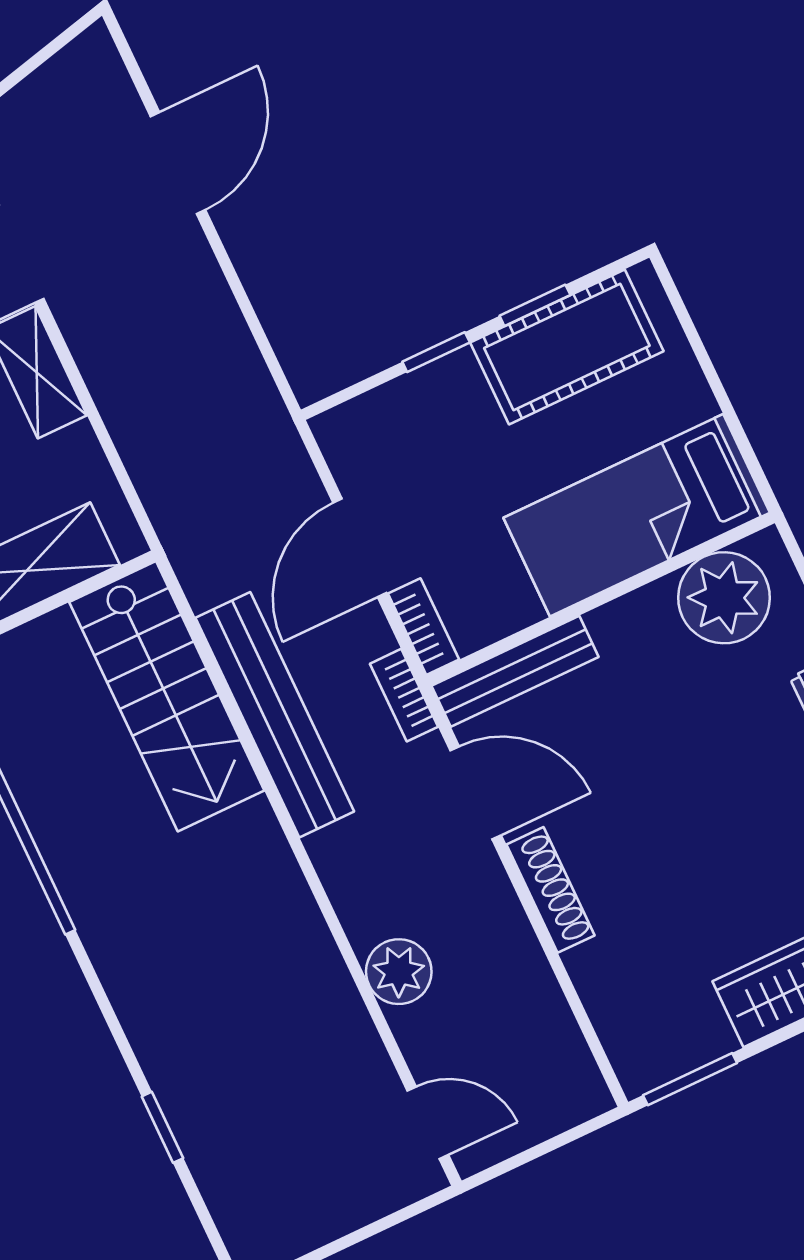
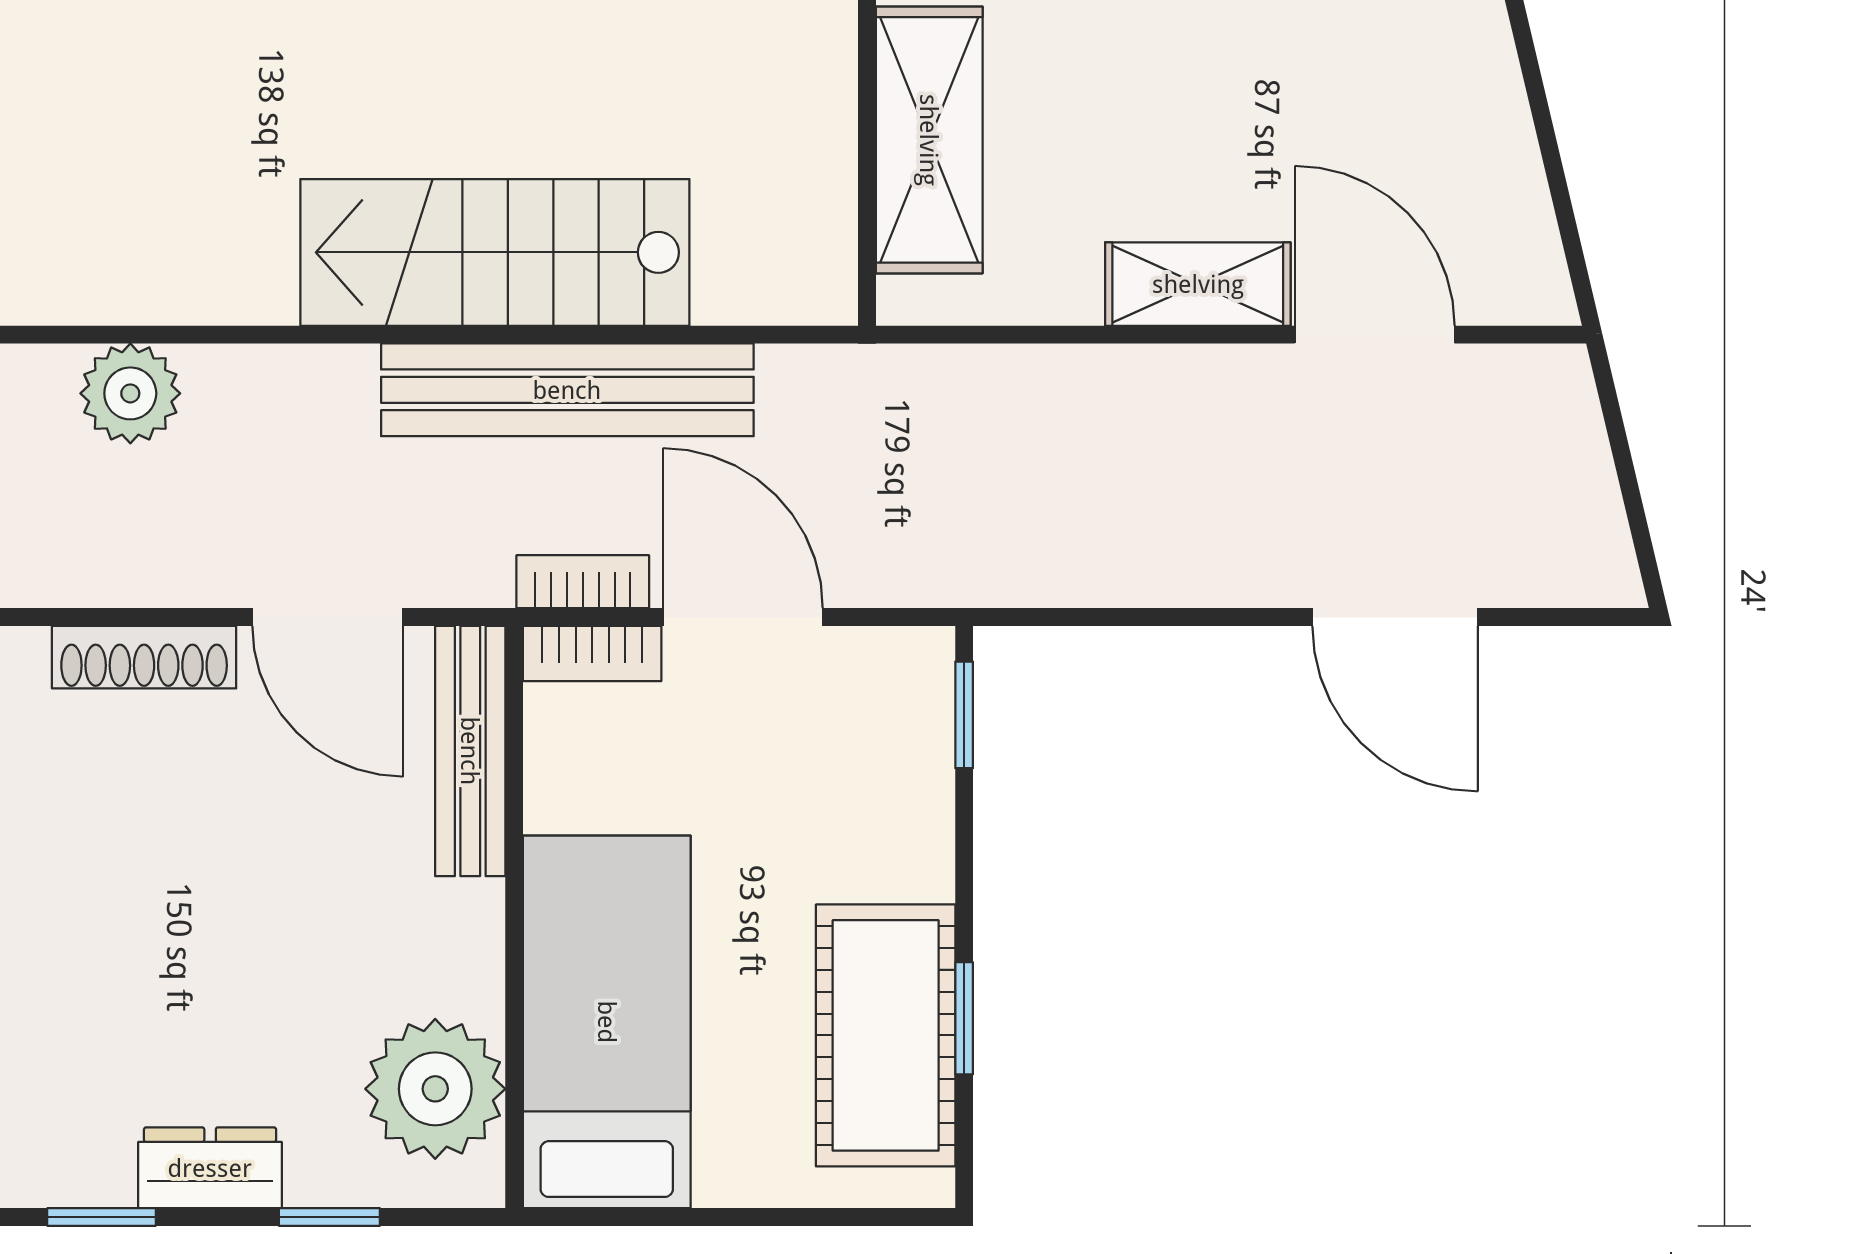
window: (436, 352) -> (964, 715), moved
bookcase: (404, 695) -> (583, 582), moved
stairs: (167, 696) -> (495, 252), moved
door: (476, 793) -> (328, 617), hinge flipped

